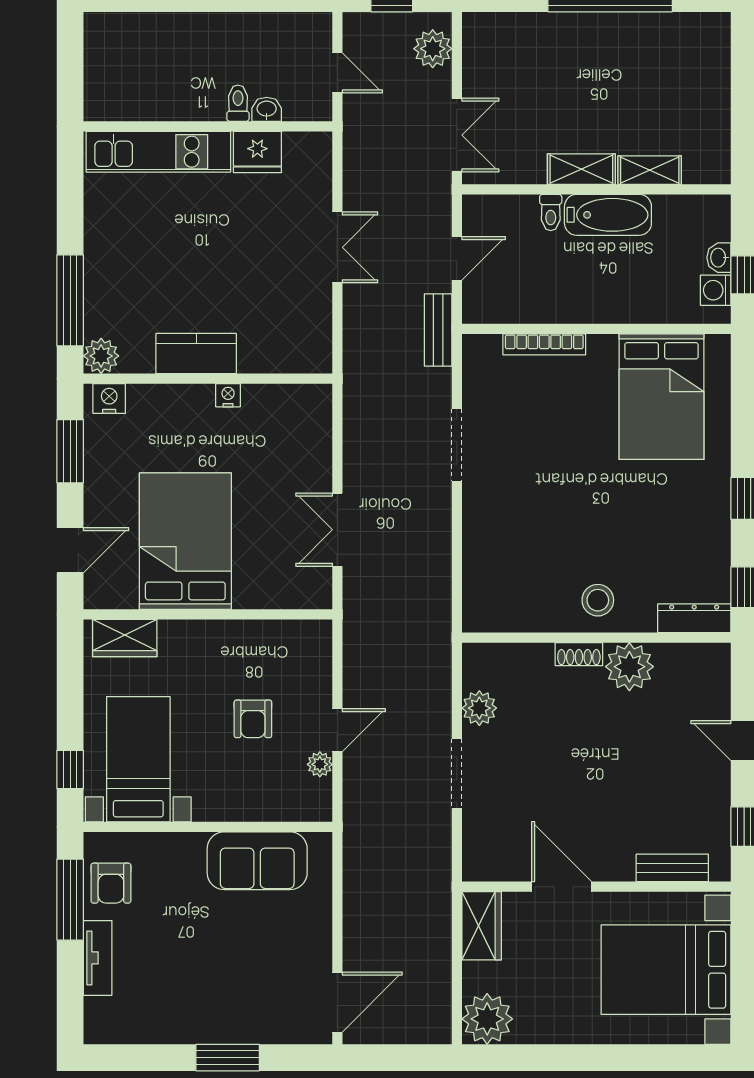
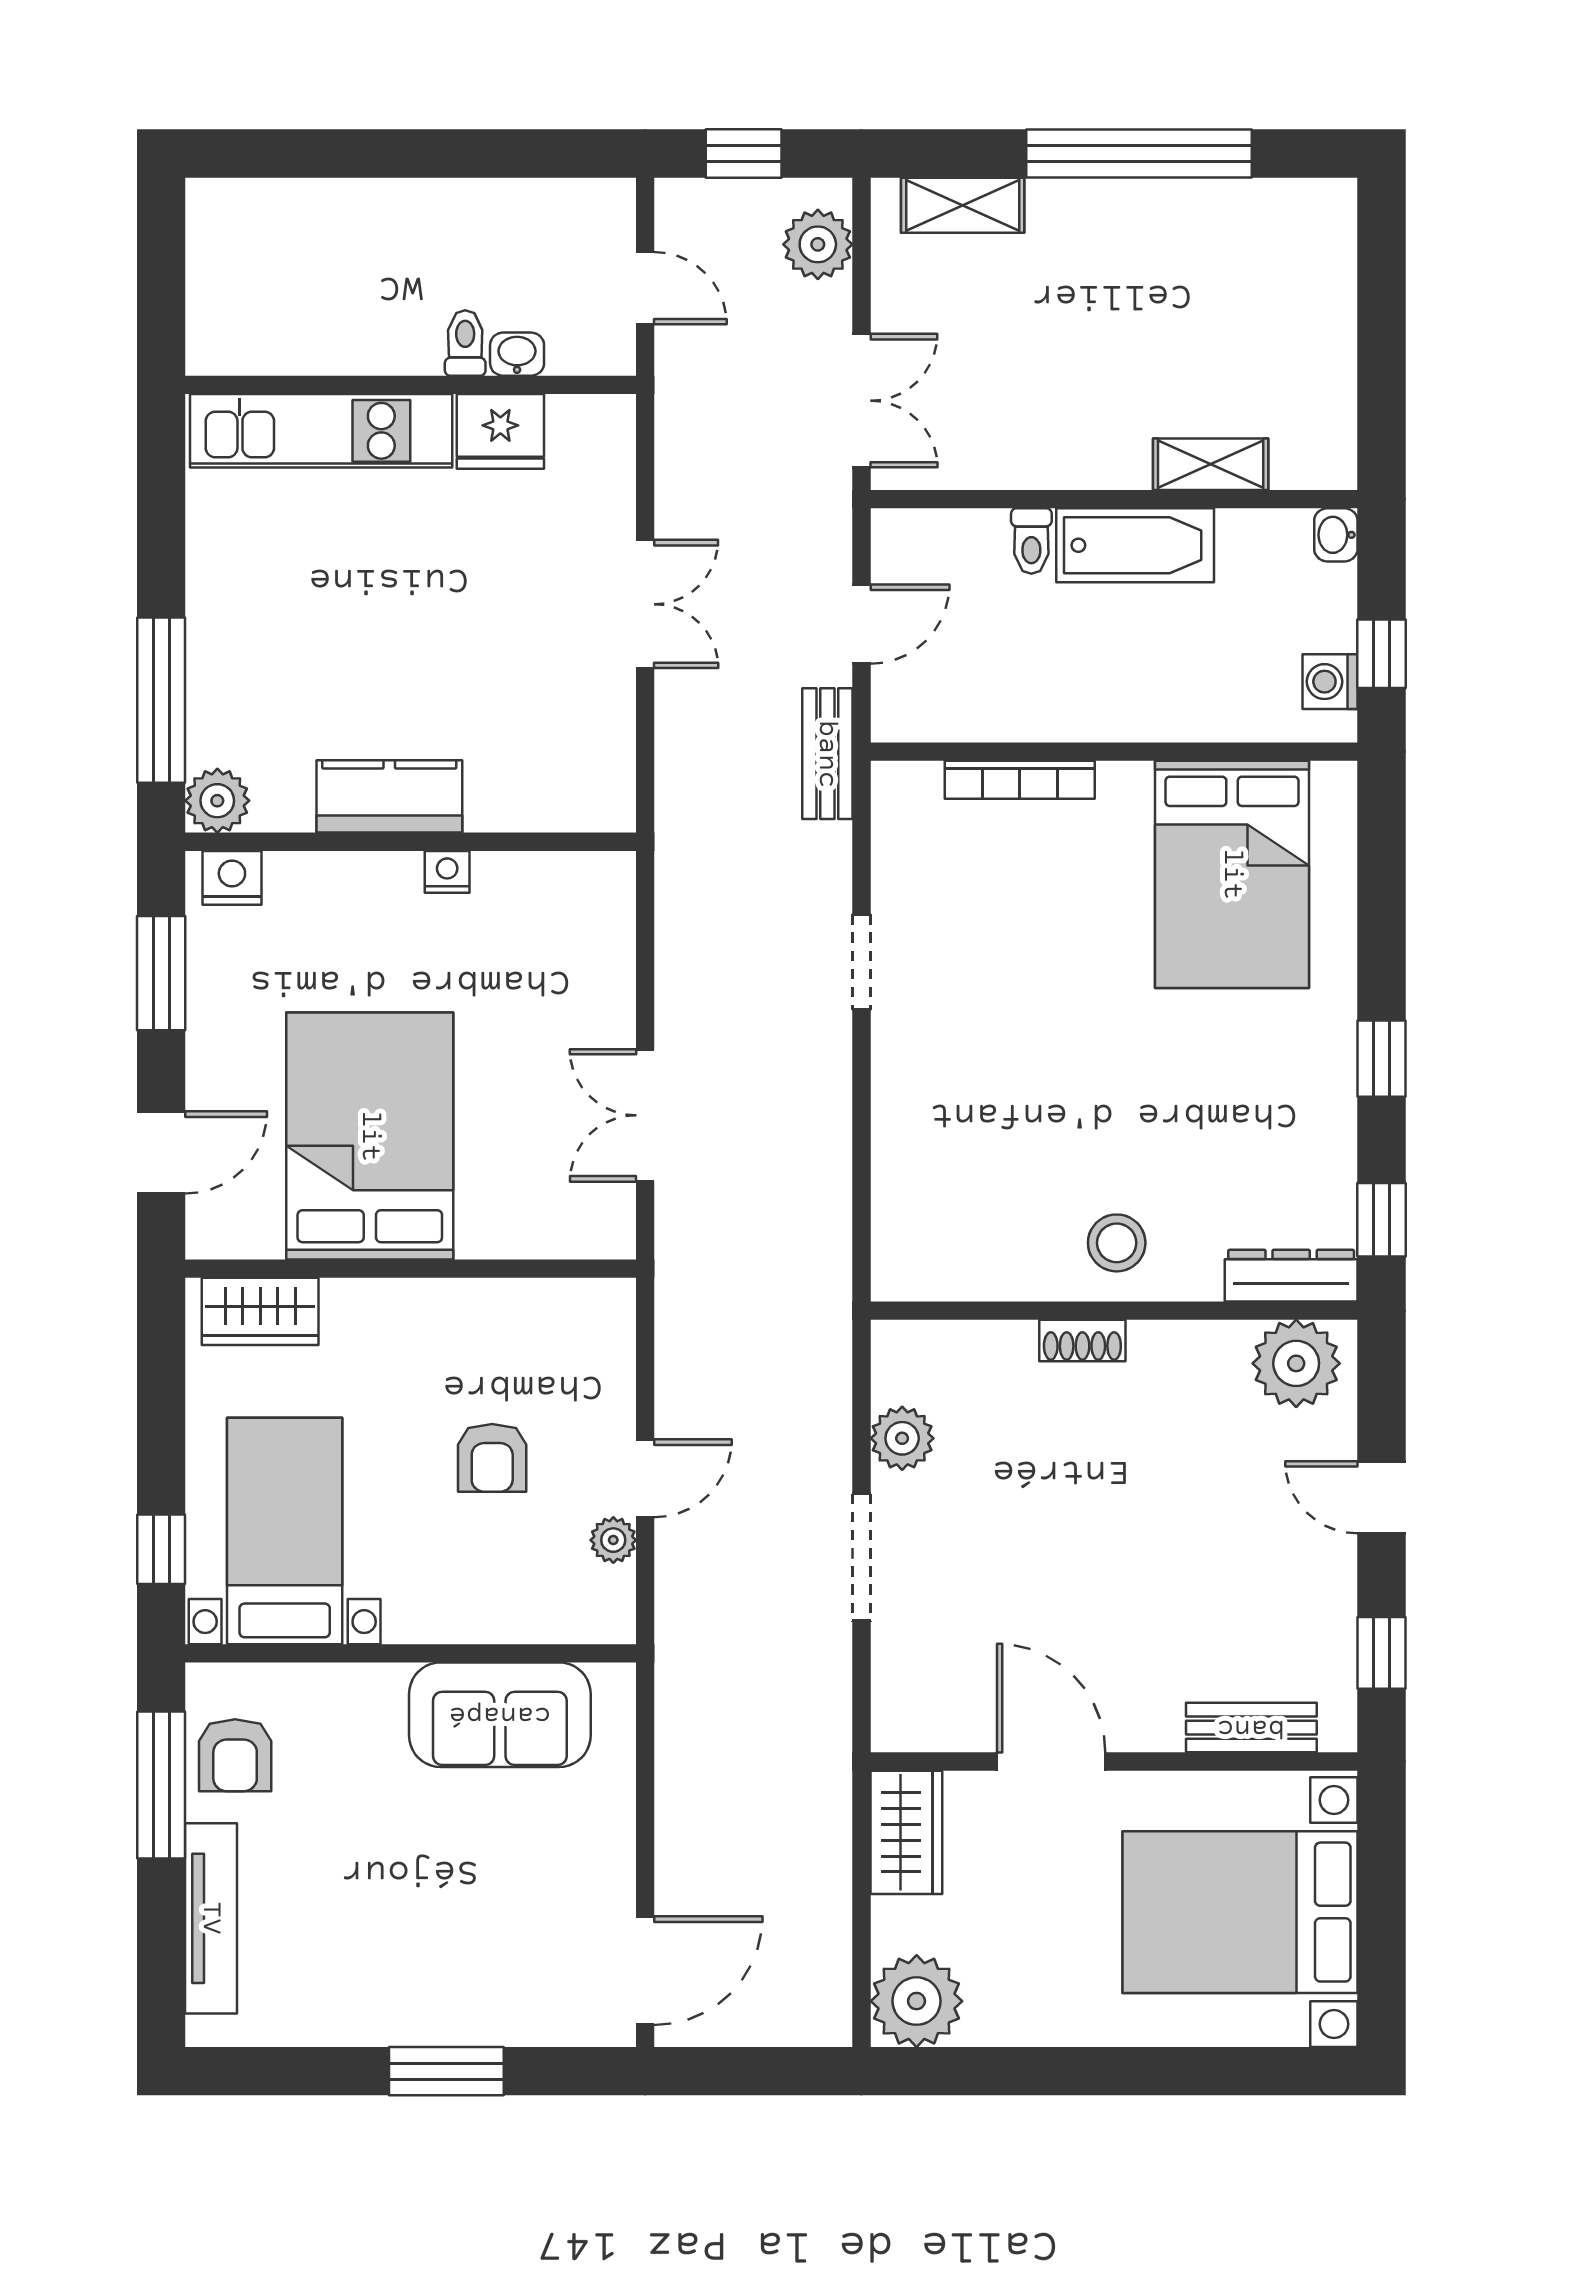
shelving: (581, 169) -> (963, 205), moved
washbasin: (719, 258) -> (1336, 535), moved
doorway: (457, 445) -> (862, 962), width x0.73
plant: (629, 667) -> (1296, 1363), moved
tv unit: (98, 958) -> (211, 1918), width x1.41

